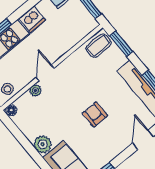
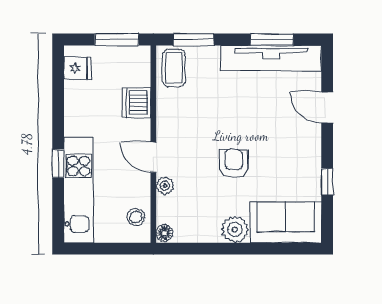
dishwasher: (32, 19) -> (136, 103), moved, turned 180
armchair: (95, 114) -> (234, 164), moved, turned 90

